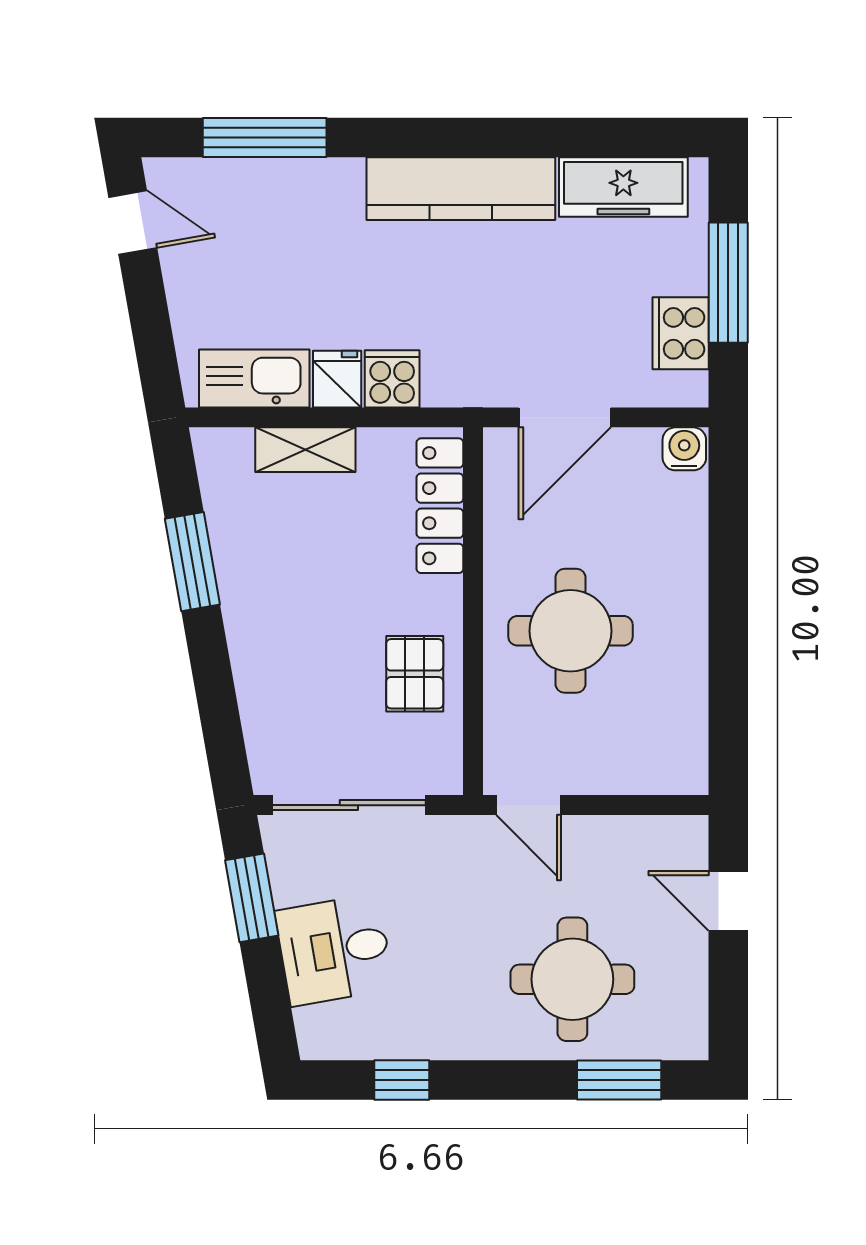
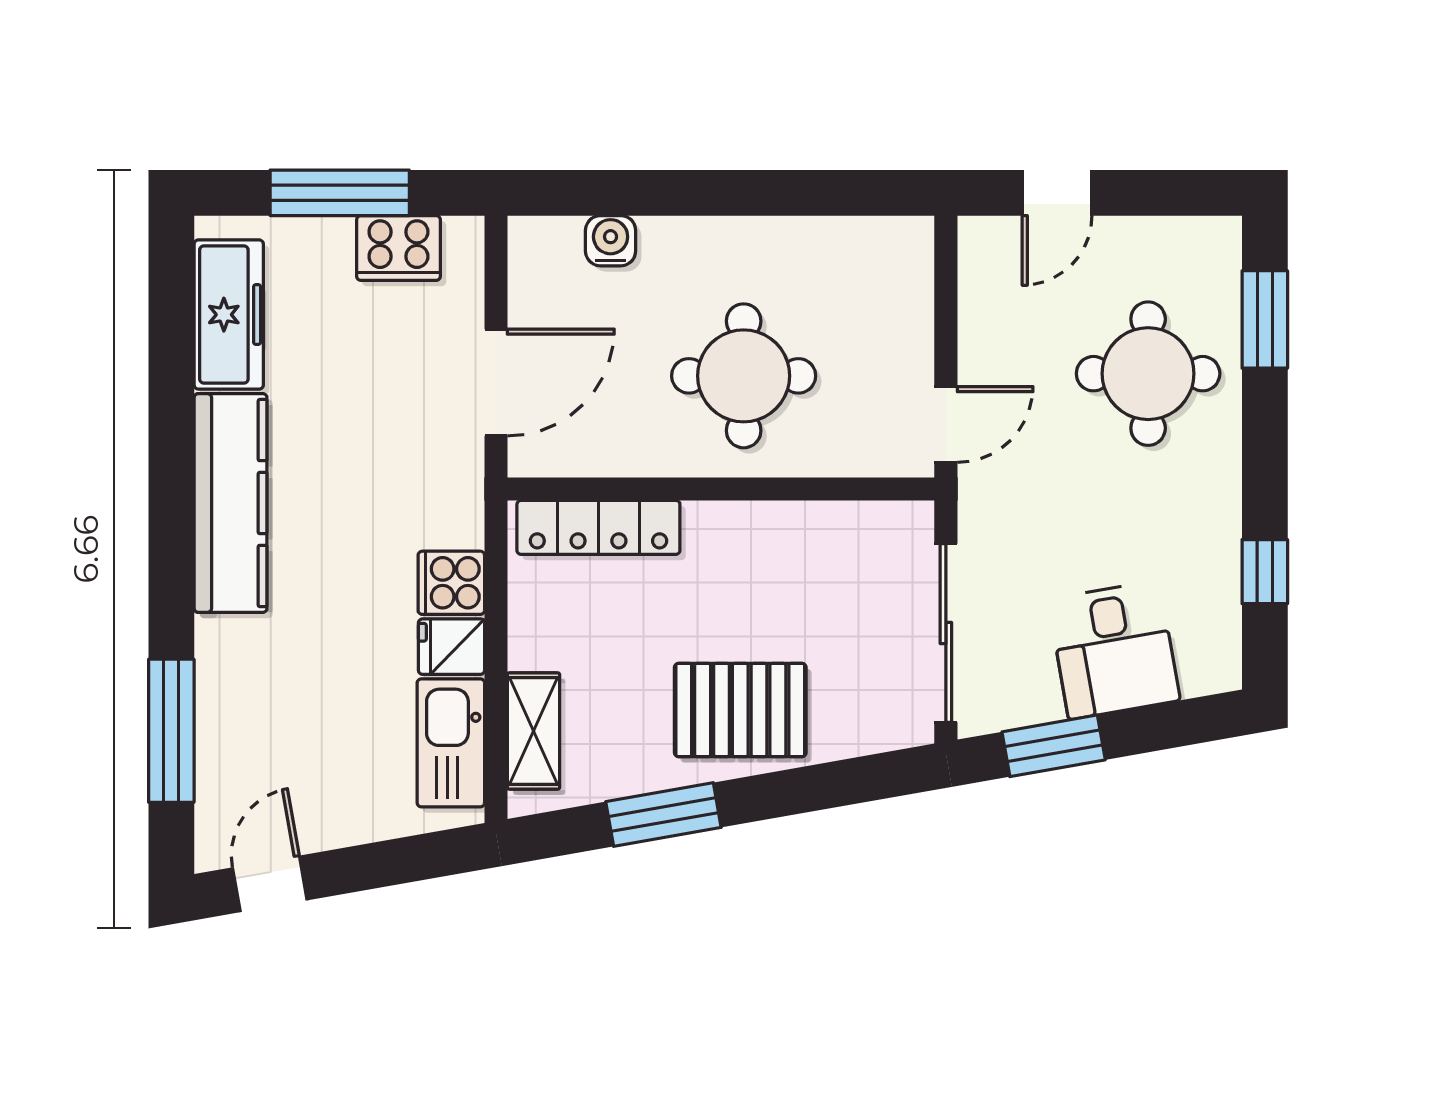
door: (565, 417) -> (496, 383), hinge flipped
water cooler: (684, 449) -> (611, 241), moved, turned 90
shelving: (305, 450) -> (533, 731), moved
pallet: (415, 674) -> (740, 710), moved, width x1.50, depth x1.42

